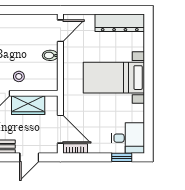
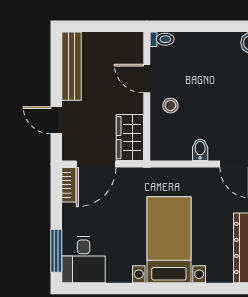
wardrobe: (28, 105) -> (130, 138), moved
window: (122, 157) -> (56, 251), width x1.50

